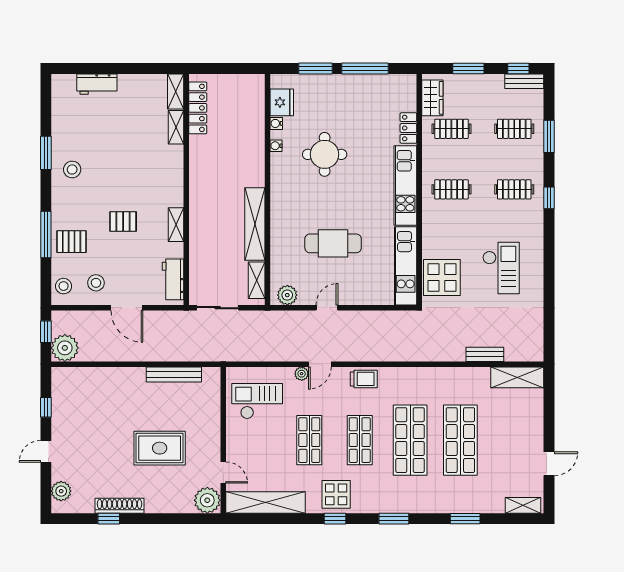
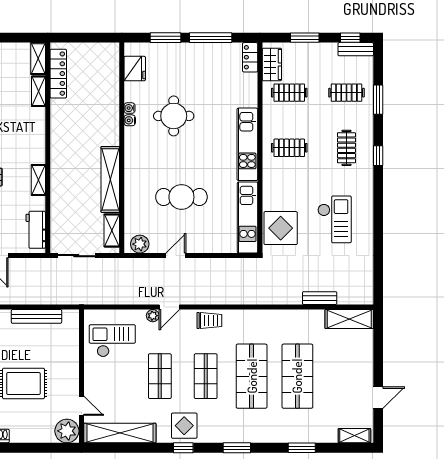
water cooler: (276, 123) -> (130, 120), moved
locker: (408, 128) -> (250, 57), moved
clothes rail: (514, 189) -> (346, 148), turned 90

